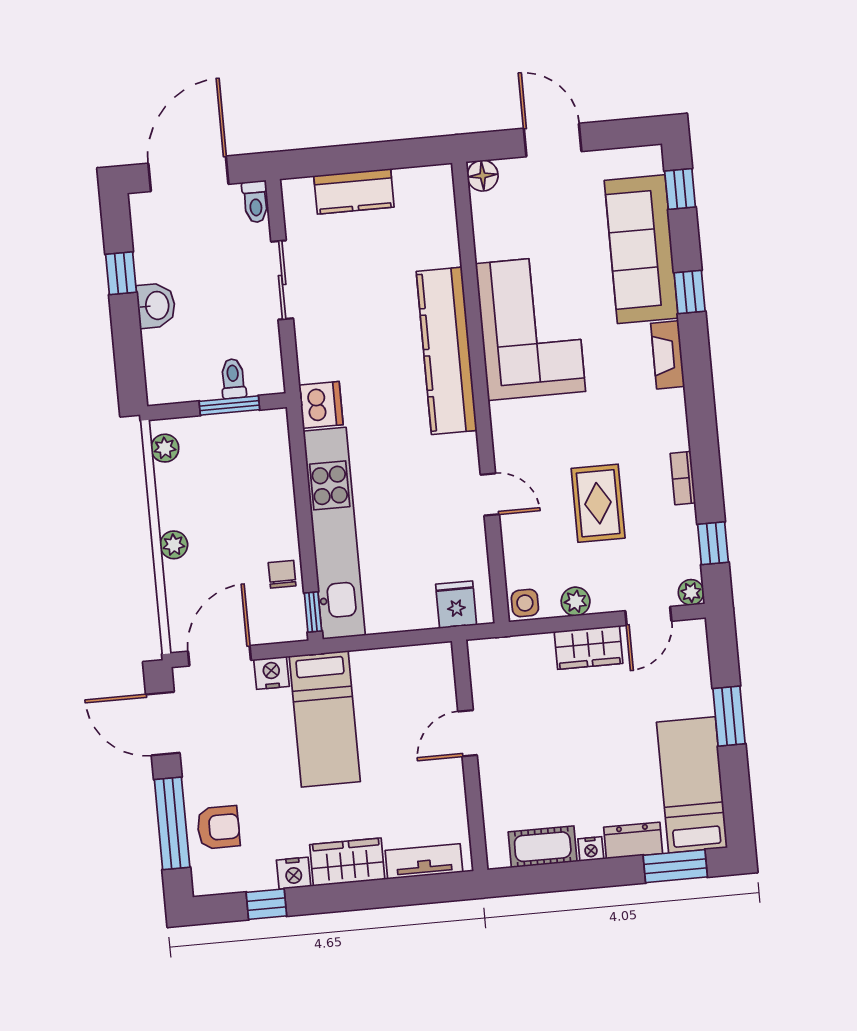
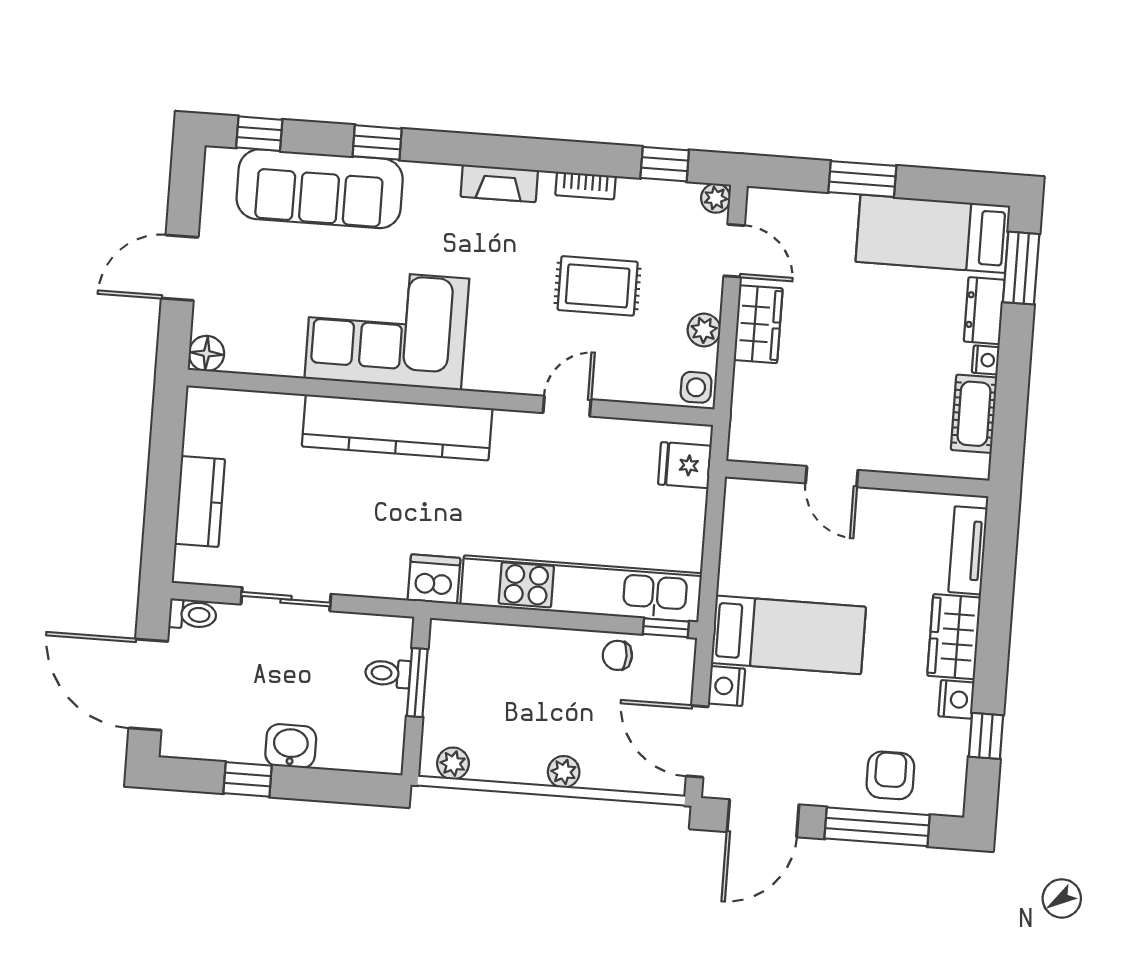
fireplace: (668, 355) -> (499, 183), moved

